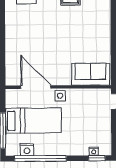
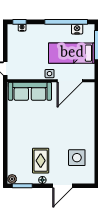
sofa: (91, 74) -> (30, 91), width x1.36
door: (36, 87) -> (70, 81), hinge flipped

